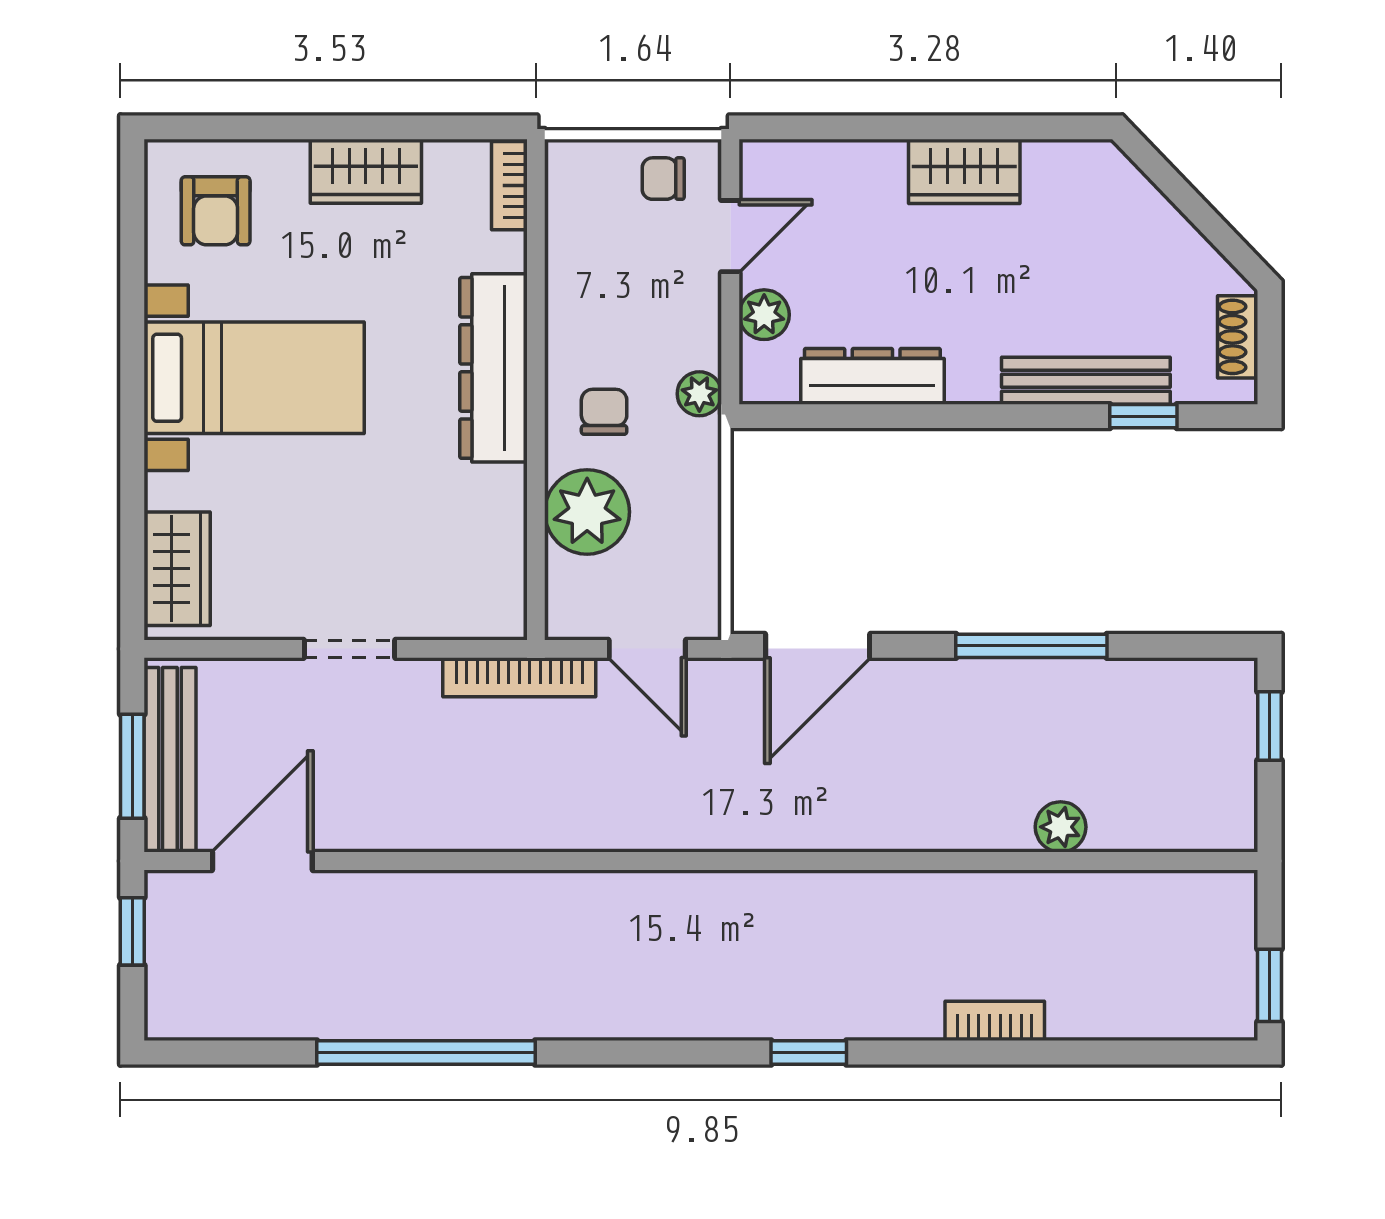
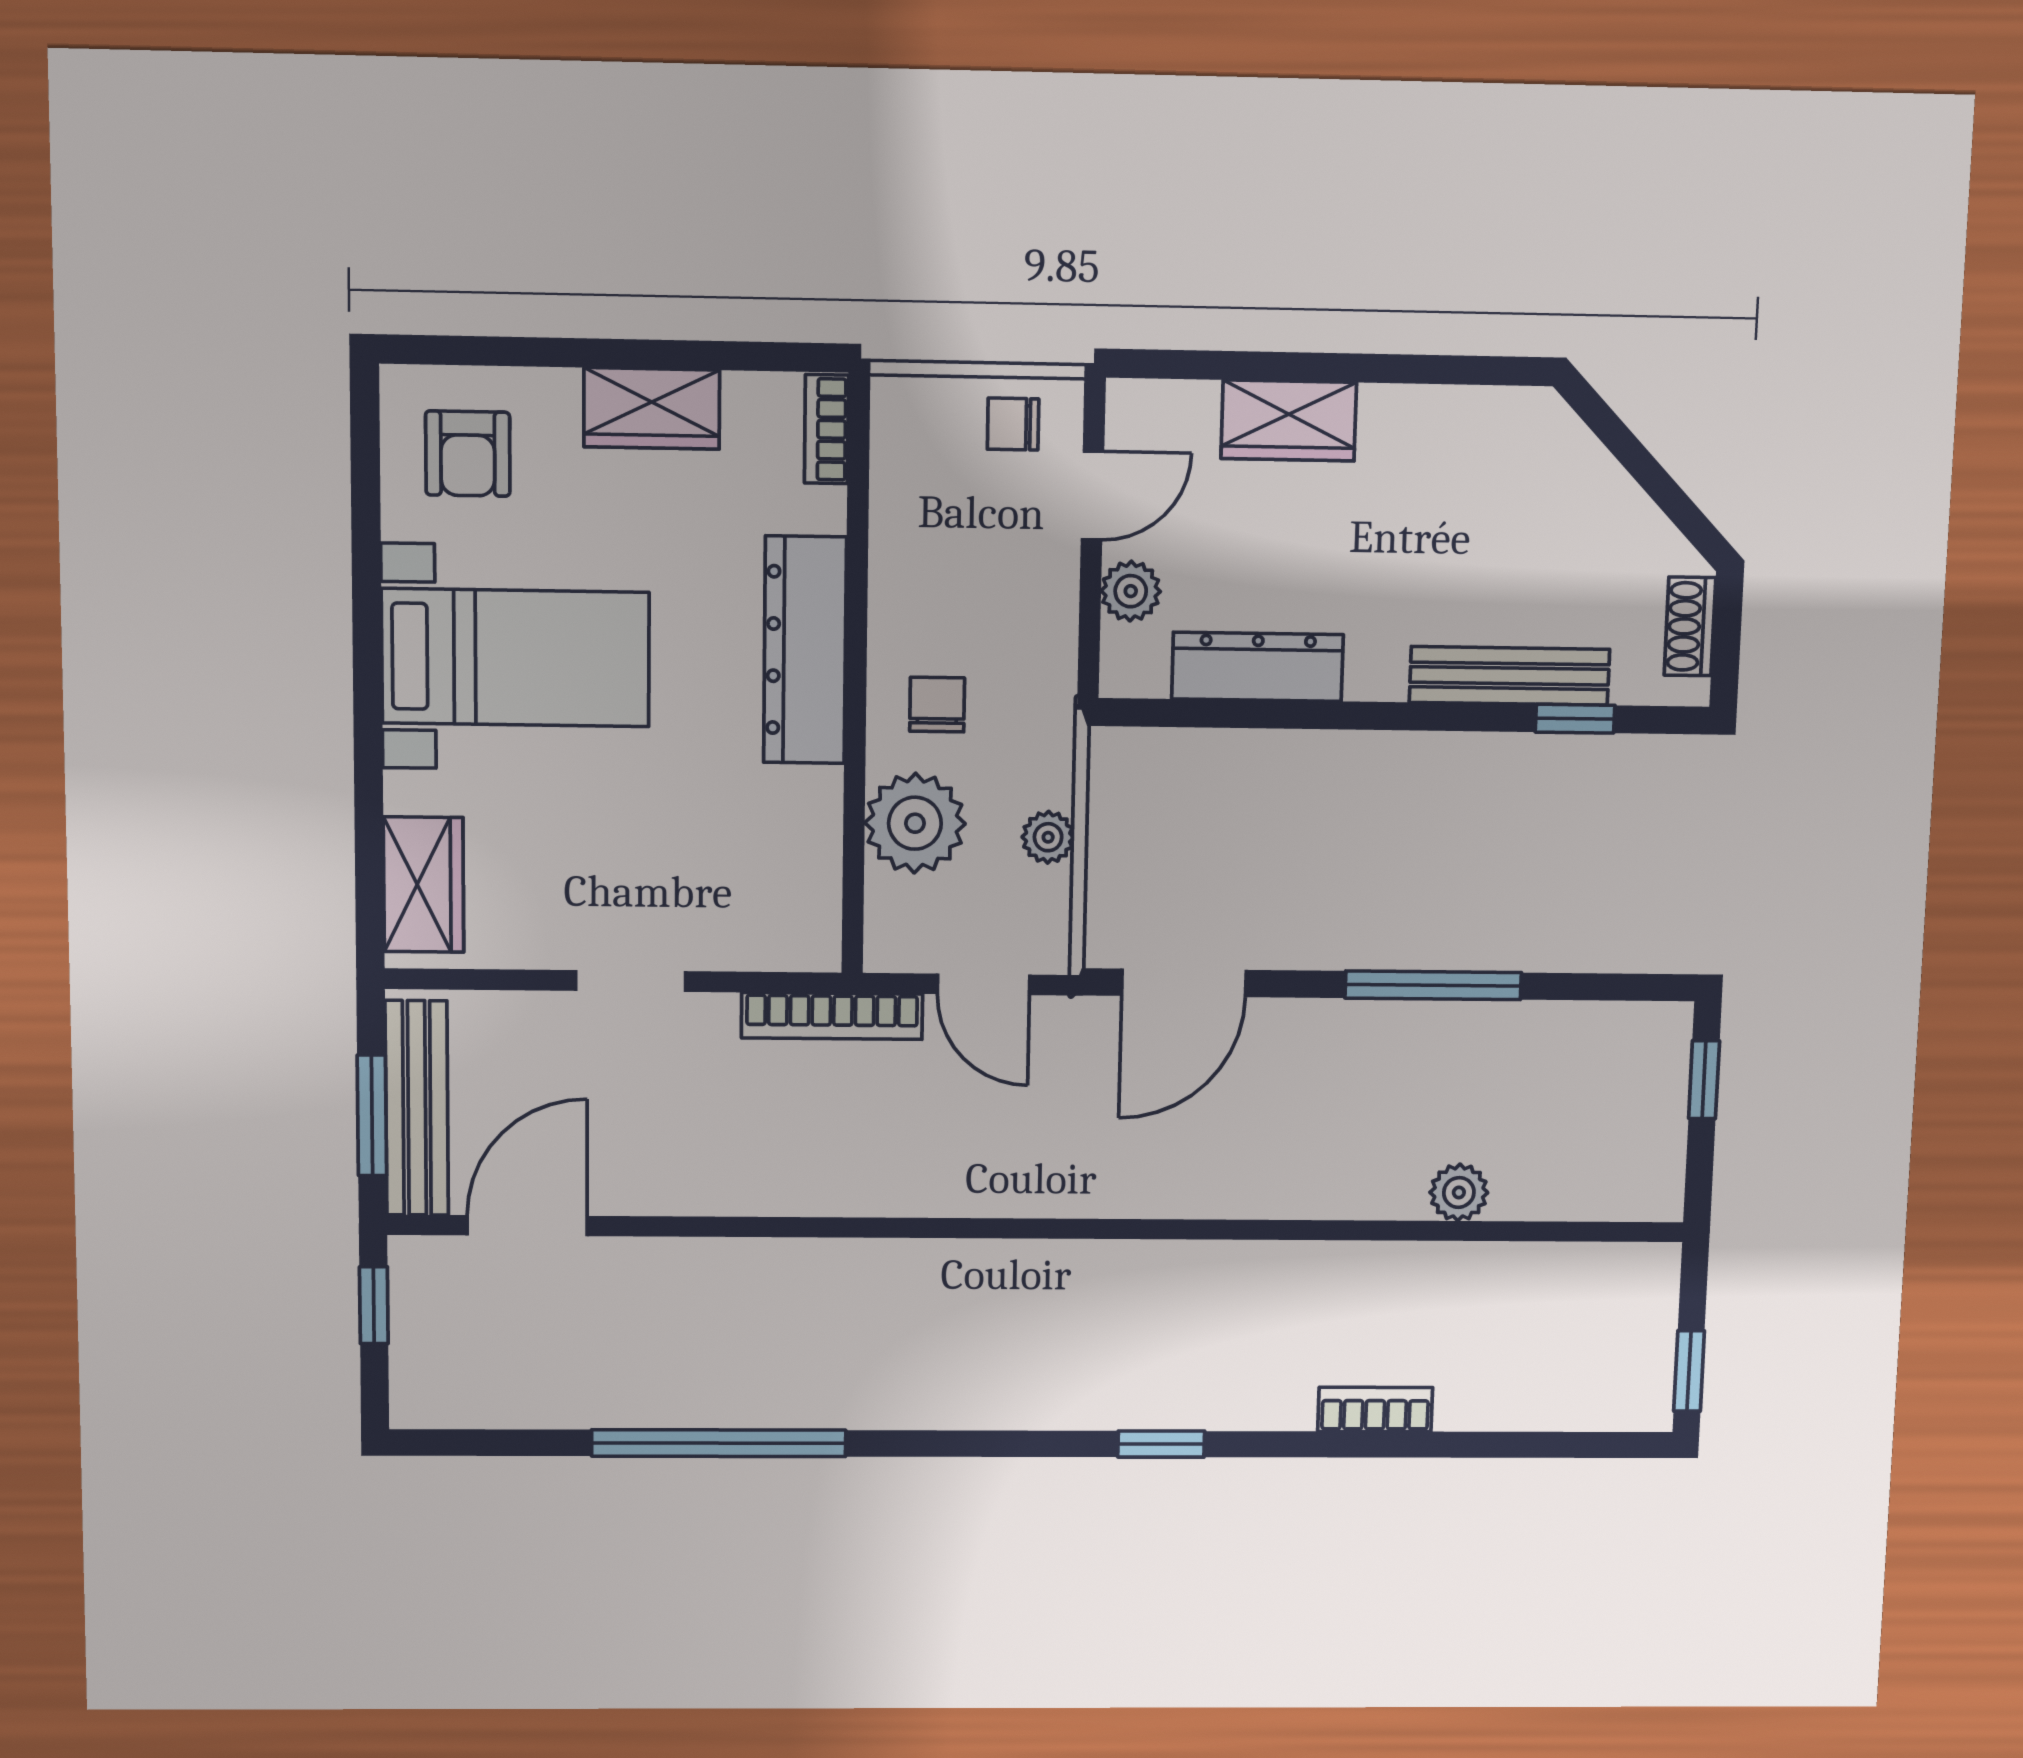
wardrobe: (964, 171) -> (1289, 420), moved
plant: (699, 394) -> (1048, 837), moved

